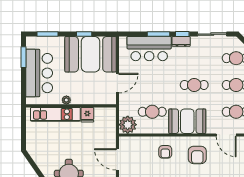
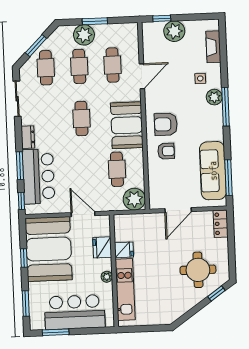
window: (182, 34) -> (21, 201), moved
fridge: (90, 97) -> (102, 247), added
armchair: (197, 155) -> (166, 124), moved, turned 180

